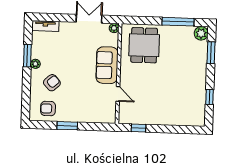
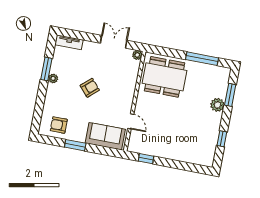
plant: (201, 33) -> (217, 105), moved
dining table: (144, 45) -> (165, 77), width x1.38
sofa: (107, 65) -> (105, 136), moved, turned 90
armchair: (52, 83) -> (90, 88), moved

